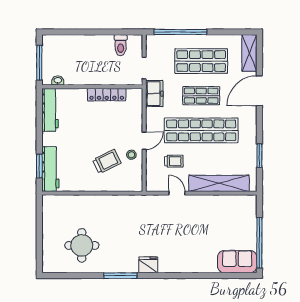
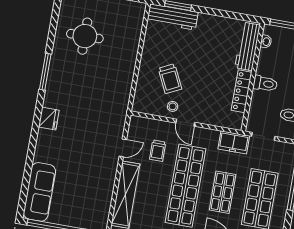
toilet: (96, 74) -> (265, 84), added
workbench: (50, 110) -> (248, 46), moved, turned 90
sofa: (237, 262) -> (39, 192), width x1.36
fridge: (148, 265) -> (49, 119), moved

